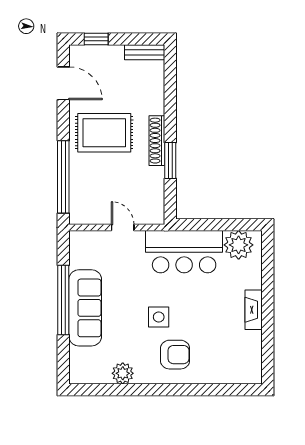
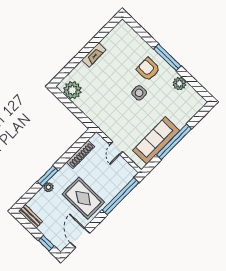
plant: (157, 106) -> (48, 187), added
shoe rack: (157, 141) -> (80, 154), moved
window: (170, 160) -> (48, 176), moved
bar counter: (184, 252) -> (99, 111), removed
sofa: (85, 308) -> (156, 141), moved
window: (166, 390) -> (167, 57), added

